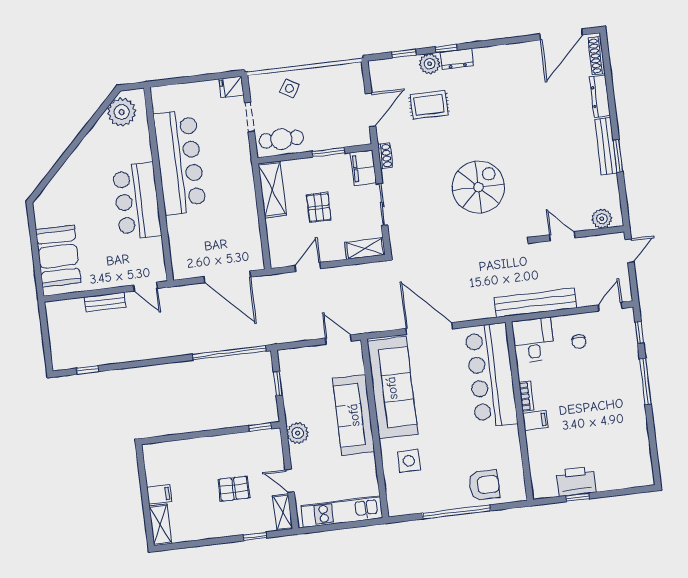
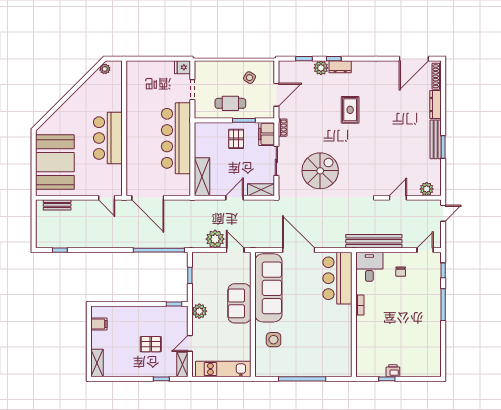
side table: (289, 88) -> (250, 78), moved
rug: (429, 105) -> (350, 110), moved, turned 90
plant: (122, 112) -> (105, 69), width x0.53, depth x0.53
cafe table: (281, 139) -> (230, 103), moved
bar counter: (180, 162) -> (176, 138), moved, turned 180
spiral stairs: (478, 187) -> (320, 171), moved
shelving: (272, 190) -> (202, 177), moved
pallet: (319, 207) -> (236, 139), moved
door: (562, 236) -> (398, 198), hinge flipped
booth: (58, 256) -> (55, 162), width x1.36, depth x1.42
door: (308, 267) -> (235, 198), moved
door: (227, 277) -> (148, 198), moved
bench: (105, 302) -> (57, 205), moved
plant: (308, 327) -> (215, 239), added
bar counter: (491, 375) -> (337, 278), width x0.73
sofa: (354, 415) -> (239, 303), width x0.73
filing cabinet: (535, 420) -> (364, 322), removed
door: (290, 481) -> (190, 343), hinge flipped
printer: (576, 481) -> (393, 371), width x0.53, depth x0.68
armchair: (484, 485) -> (323, 363), removed
filing cabinet: (159, 494) -> (99, 324), moved

